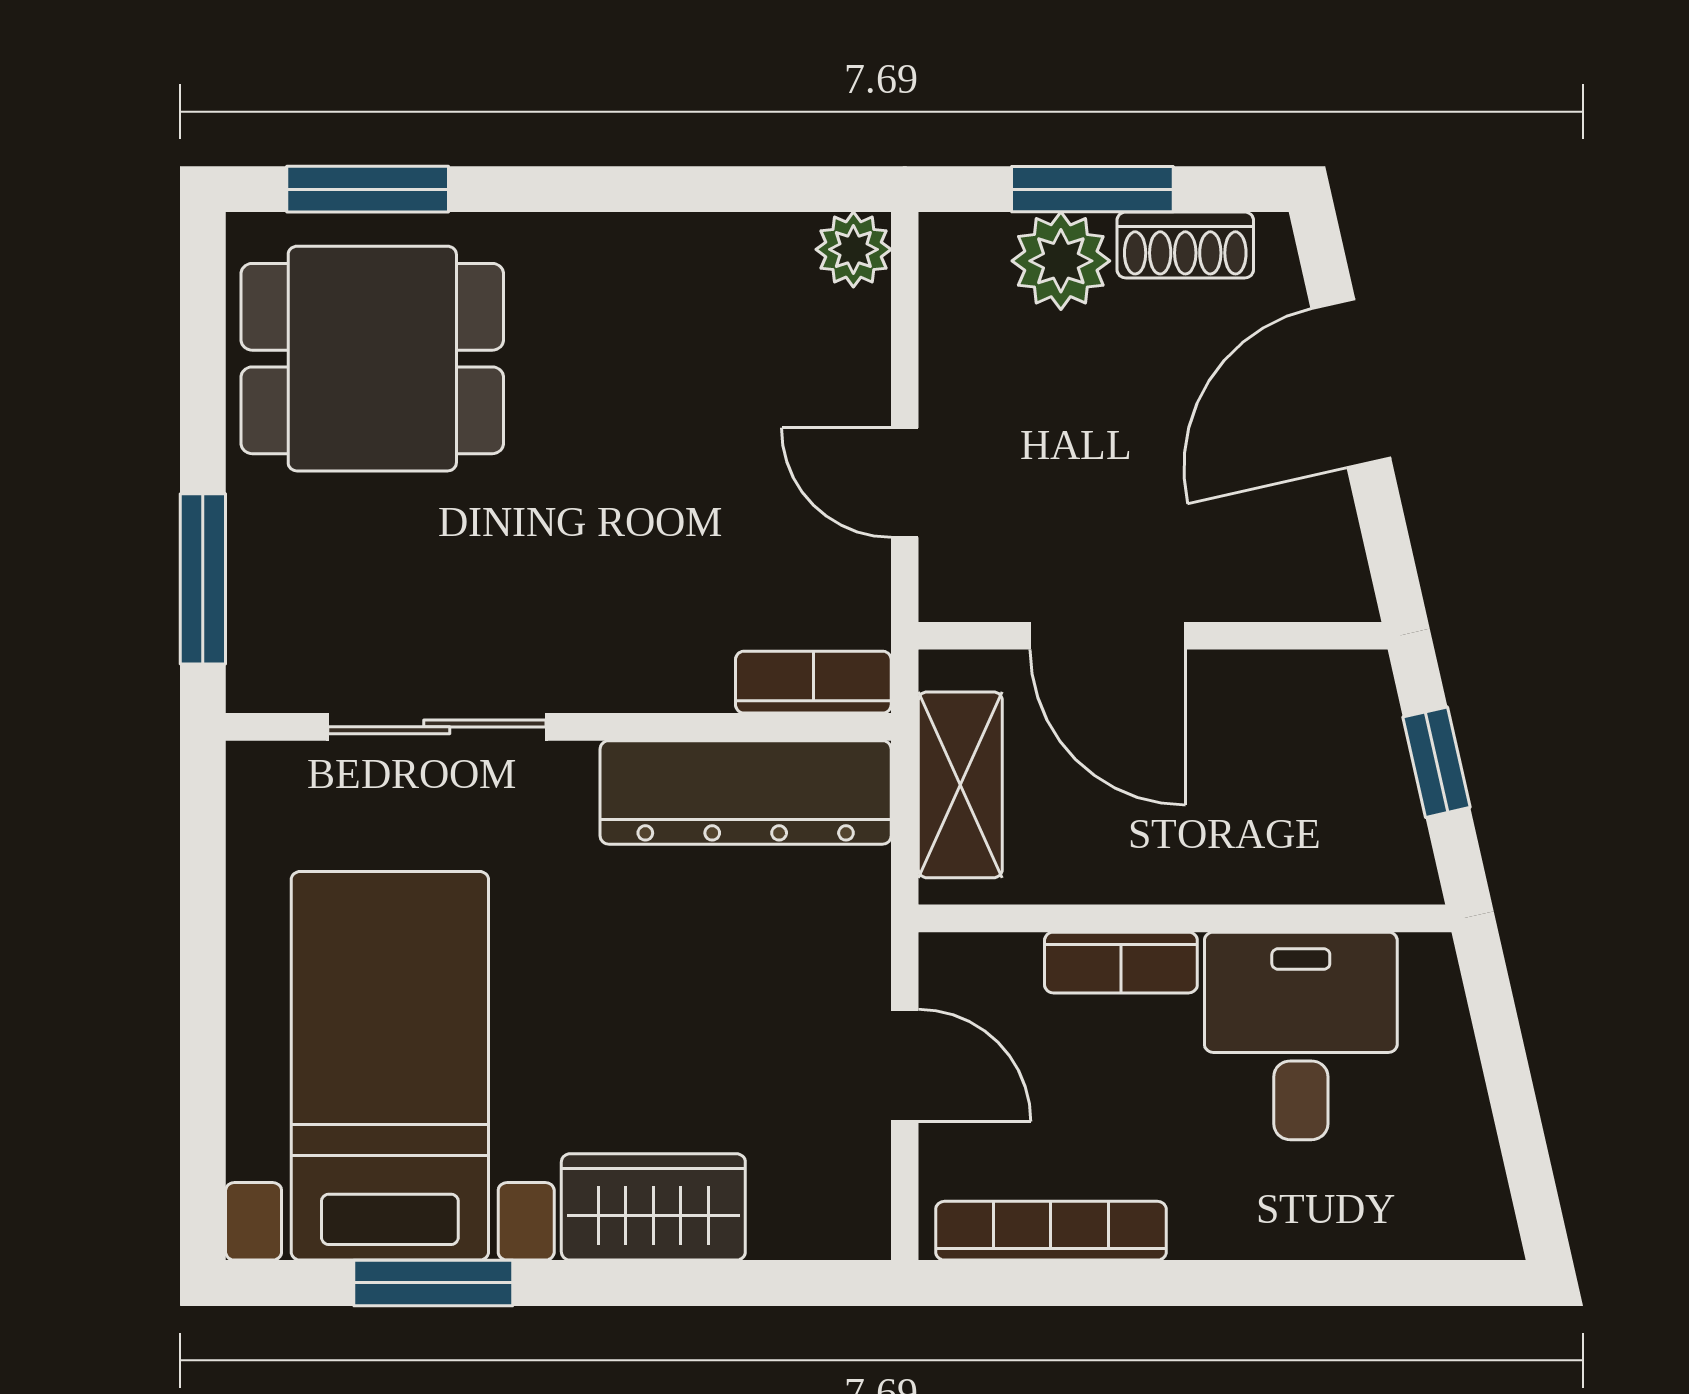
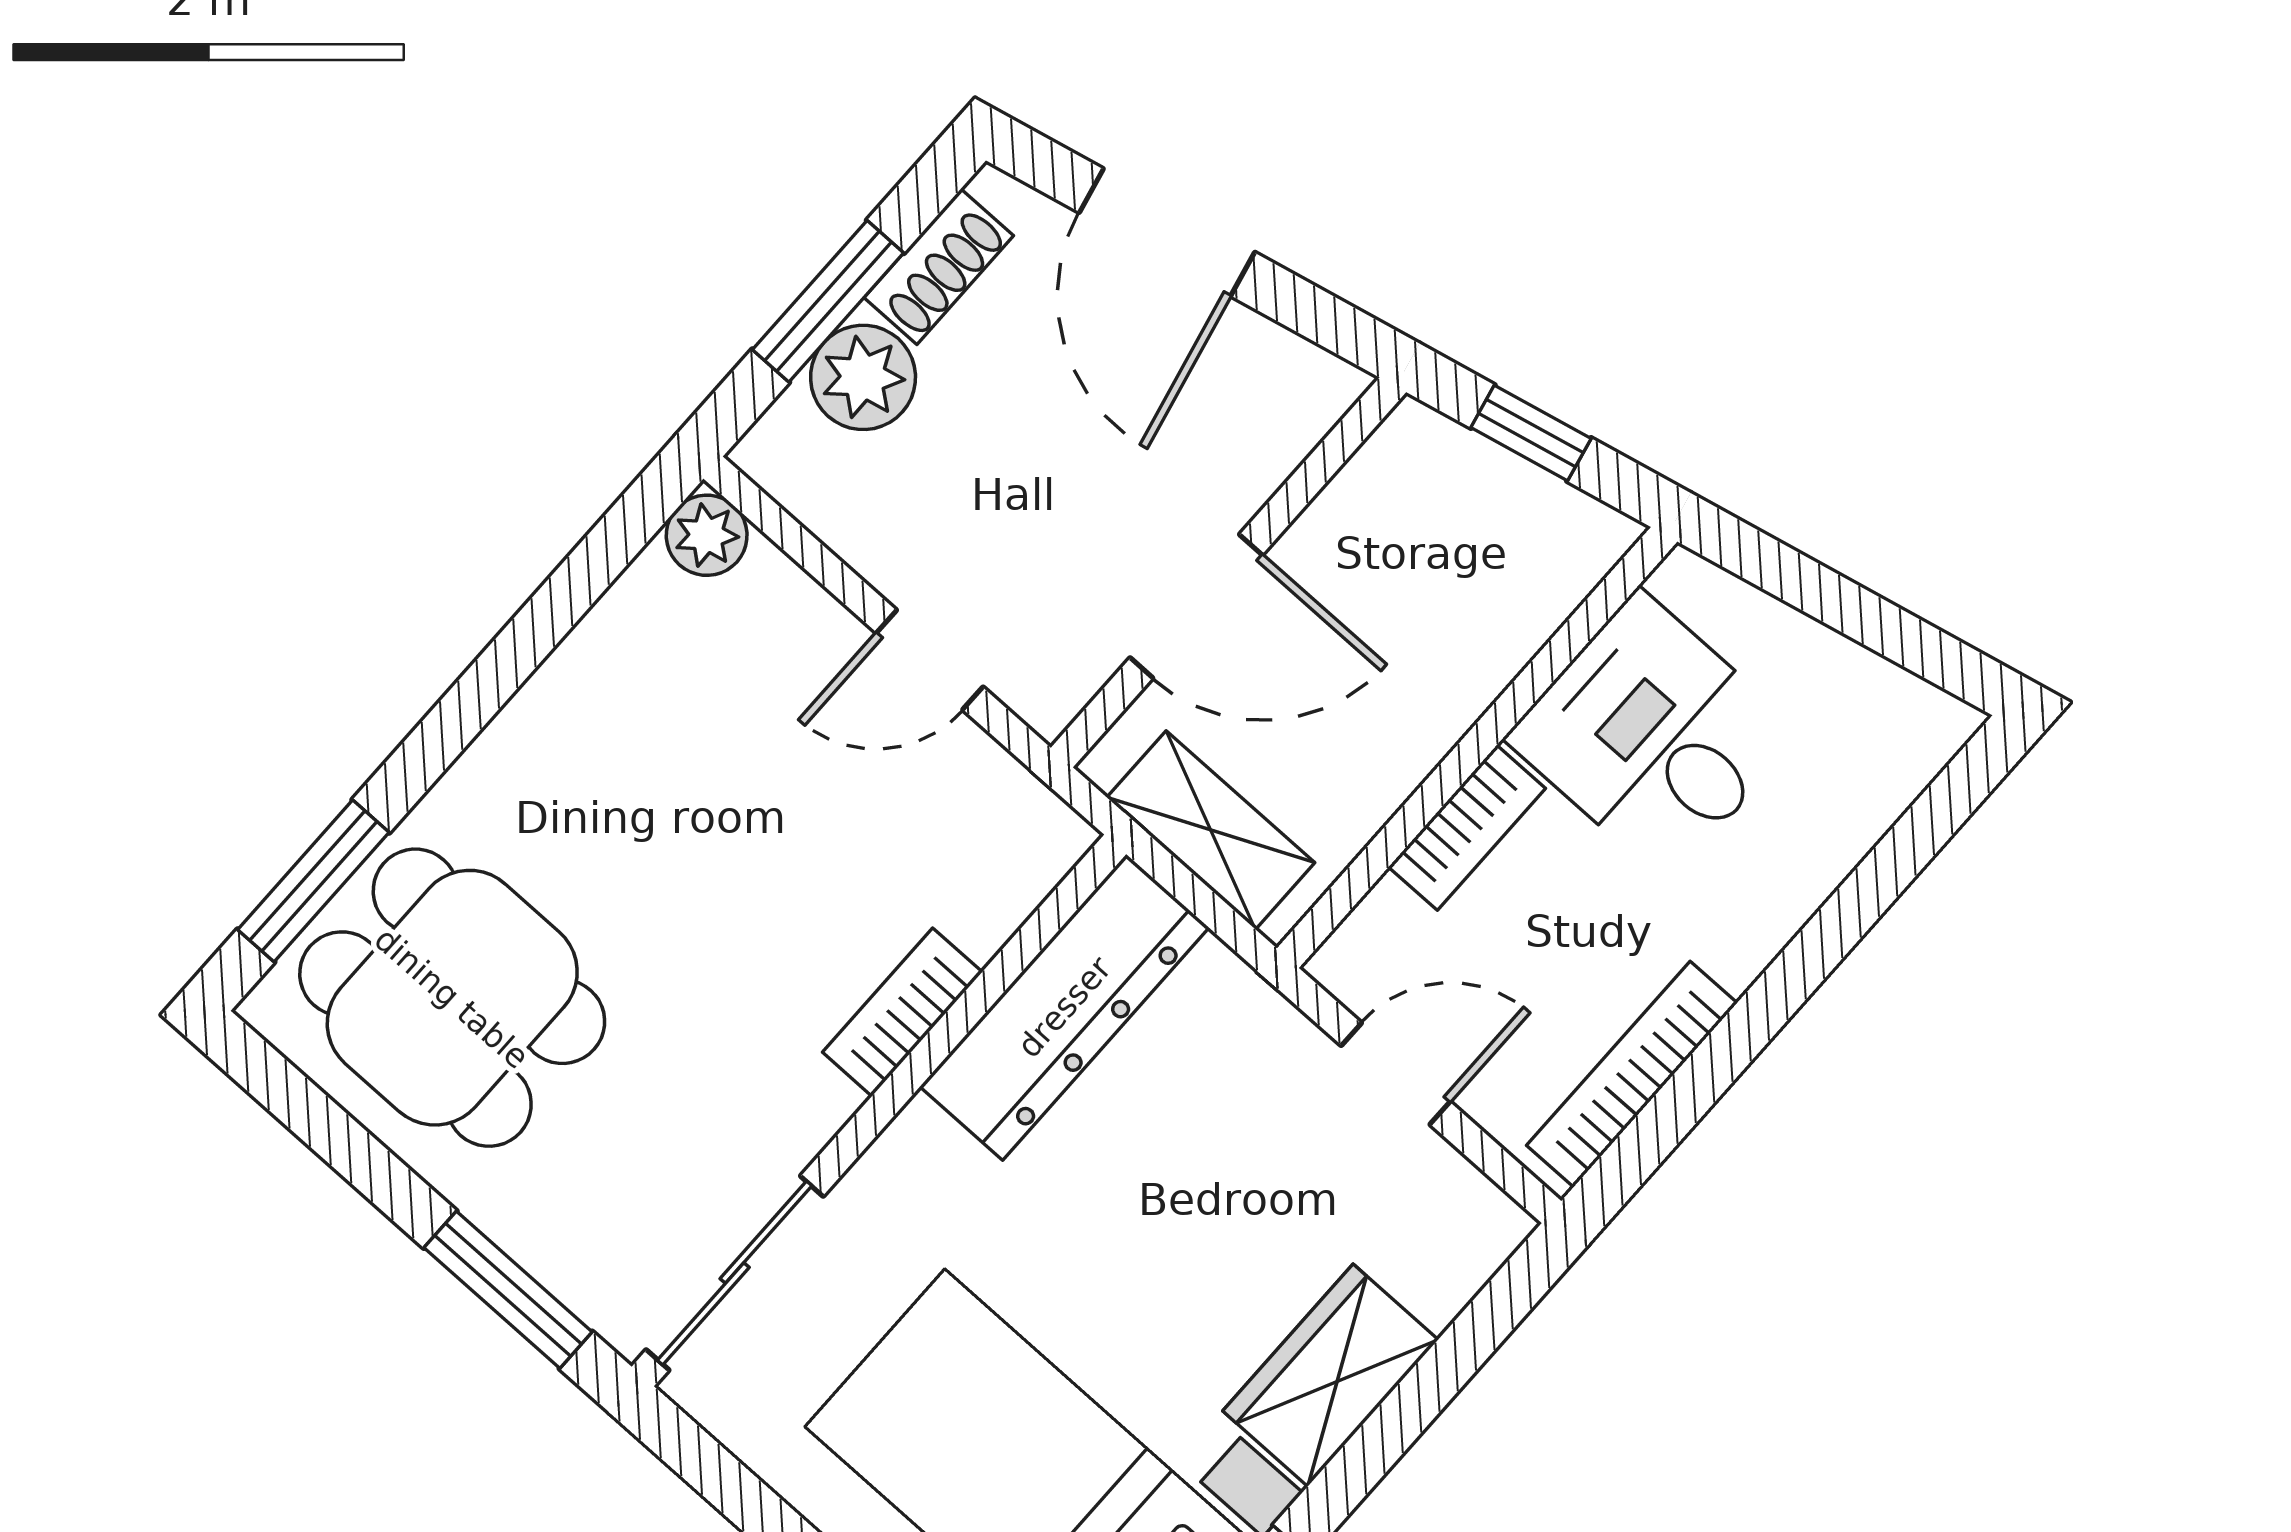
dining table: (372, 359) -> (452, 998), turned 90
bookcase: (813, 682) -> (902, 1012), moved
sliding door: (437, 727) -> (735, 1273), moved

